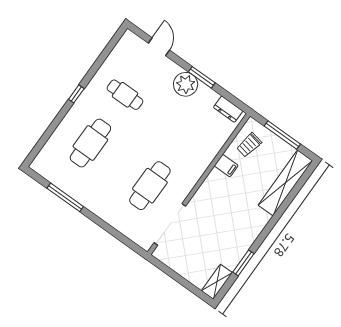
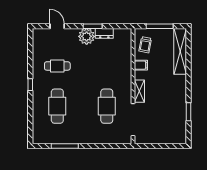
dresser: (228, 109) -> (104, 33), moved
shelving: (217, 282) -> (139, 91), moved

